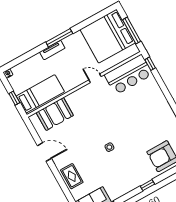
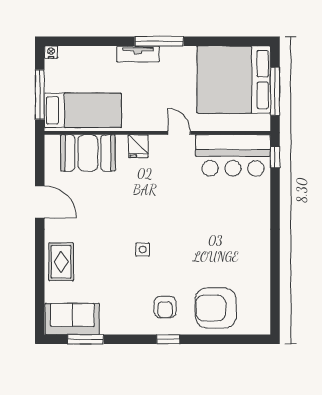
fridge: (78, 96) -> (138, 146), added
window: (14, 98) -> (40, 95), width x2.17
armchair: (137, 170) -> (165, 307), added

